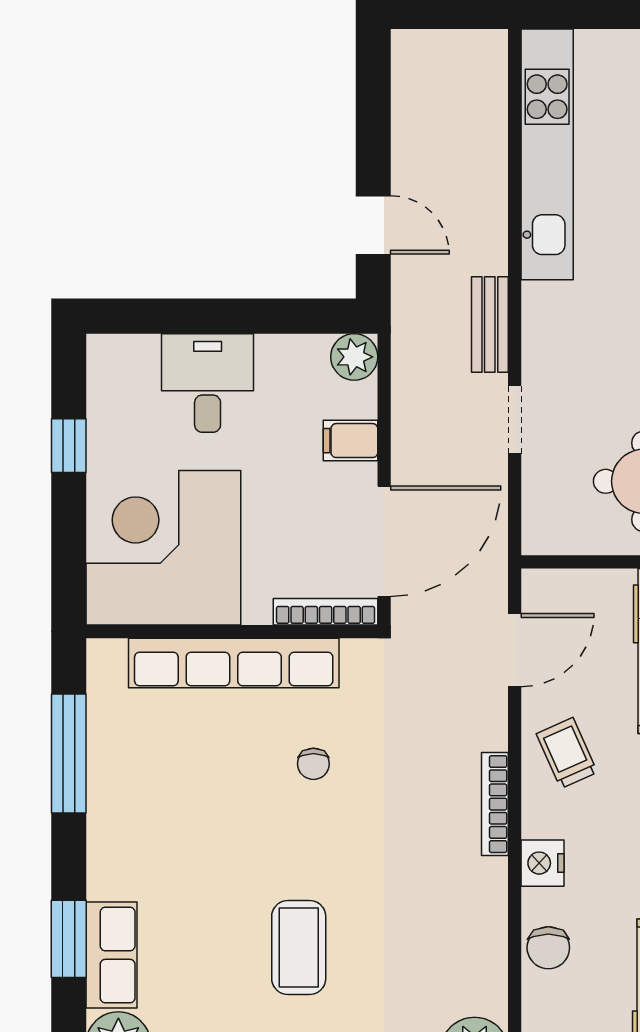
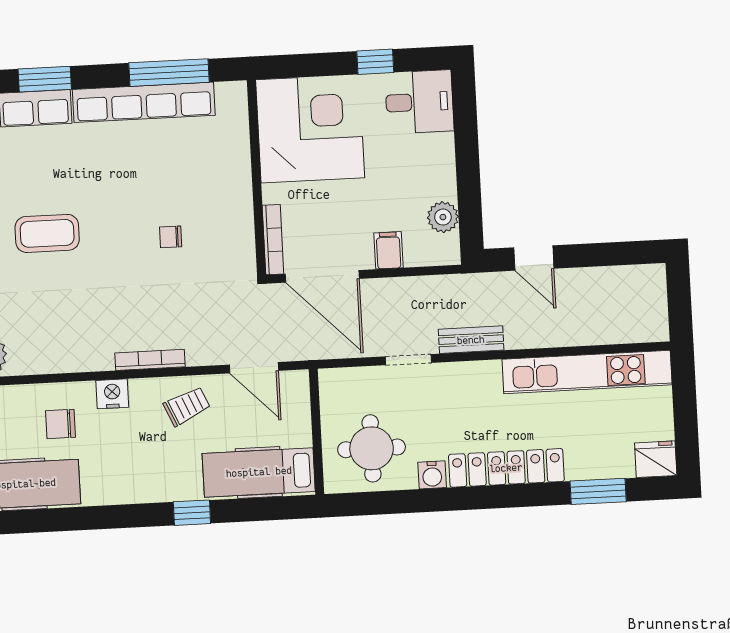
door: (373, 225) -> (534, 258), hinge flipped
plant: (354, 357) -> (443, 217), moved
desk: (208, 383) -> (419, 102), moved
row of seats: (234, 663) -> (144, 102), moved, turned -90
chair: (548, 948) -> (61, 424), moved

